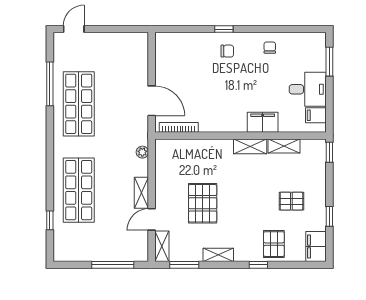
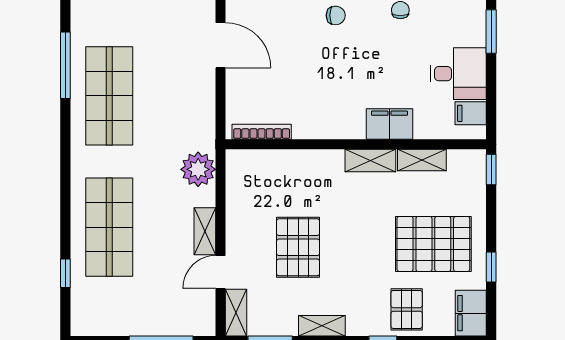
door: (152, 101) -> (220, 45), moved
plant: (142, 152) -> (198, 169), width x1.88, depth x1.88
pallet: (291, 201) -> (433, 244), width x2.05, depth x2.00

